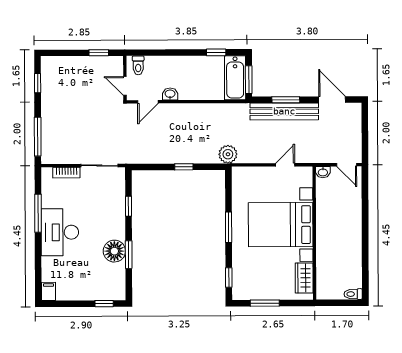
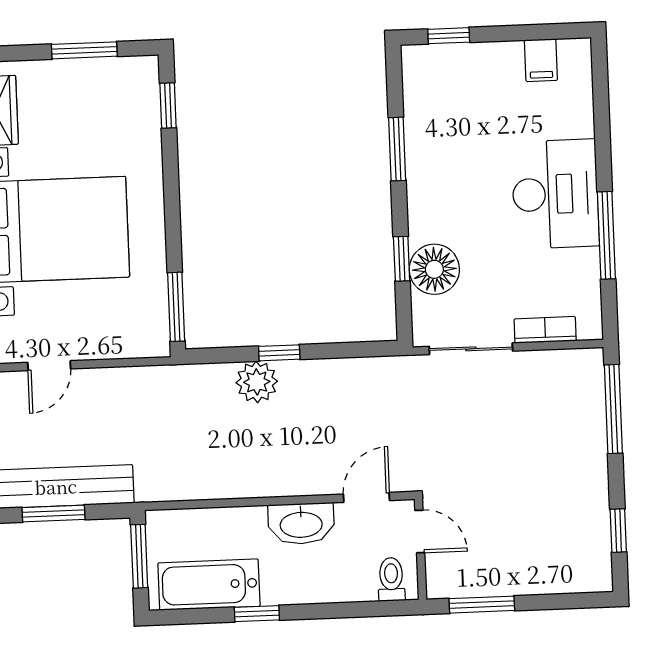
window: (216, 52) -> (257, 614), moved
window: (99, 53) -> (482, 605), width x1.50
bathtub: (235, 78) -> (209, 585), moved, turned -90
washbasin: (170, 94) -> (301, 524), width x1.91, depth x1.45
plant: (228, 154) -> (257, 382), moved
window: (229, 227) -> (176, 307), moved
floor lamp: (114, 251) -> (434, 269), moved
filing cabinet: (48, 291) -> (541, 60), moved

